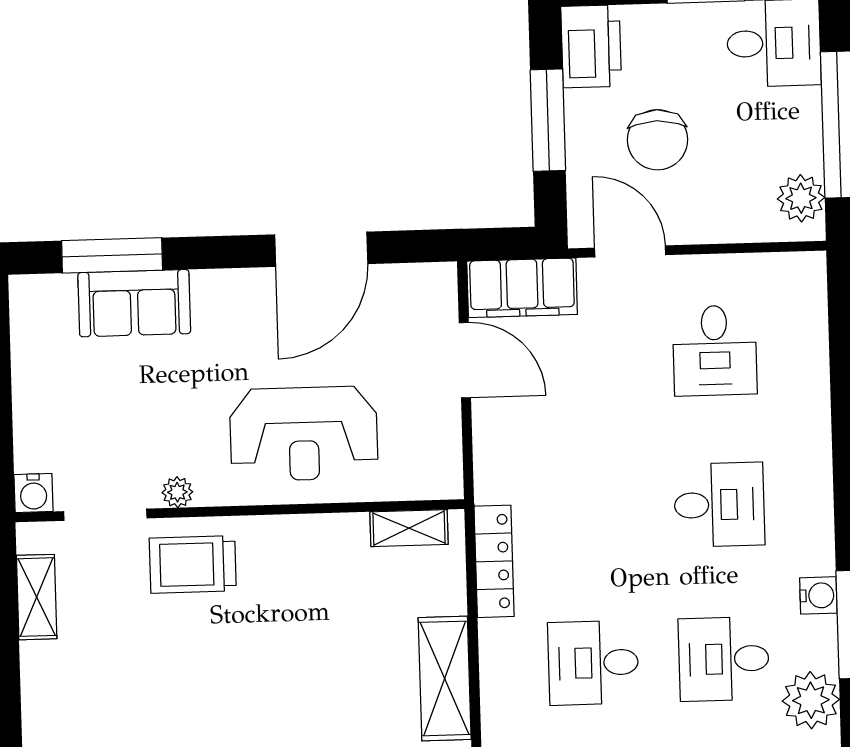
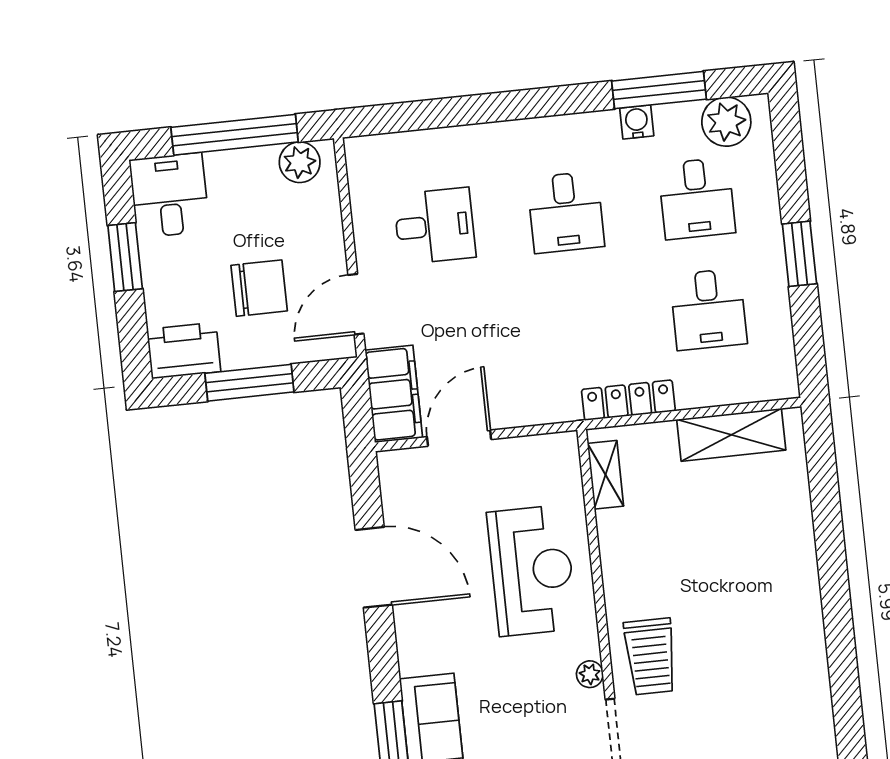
desk: (719, 505) -> (566, 212), turned 180

